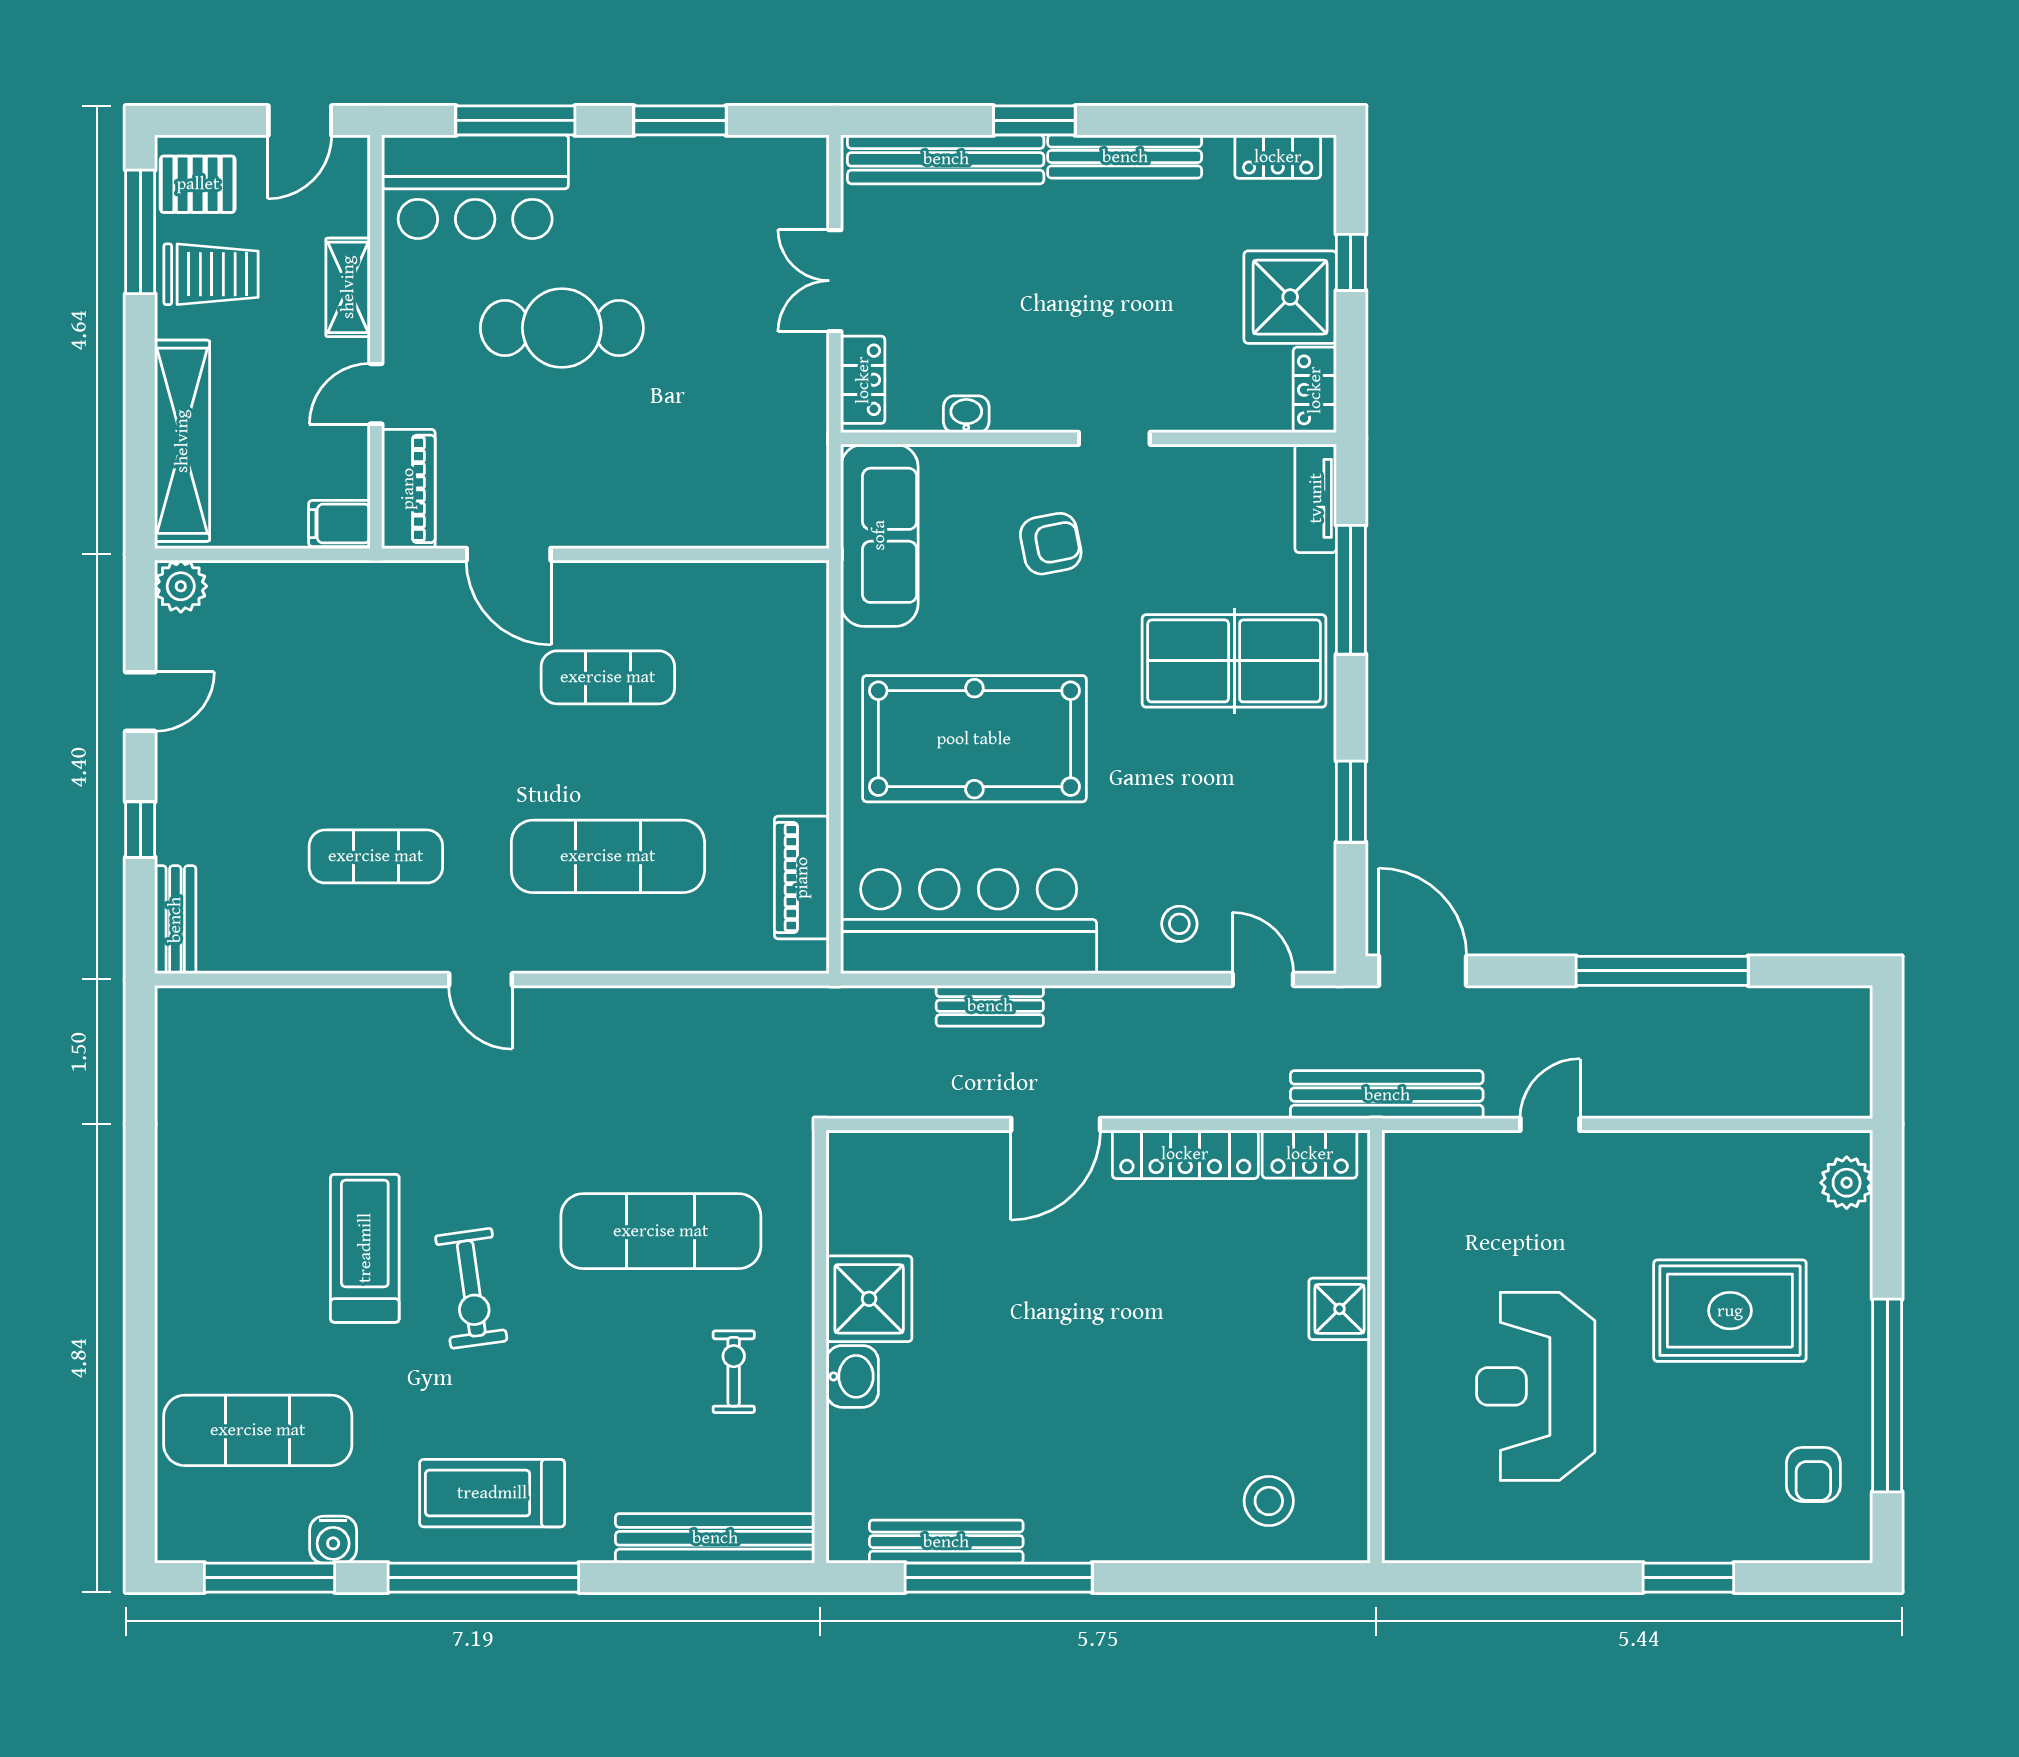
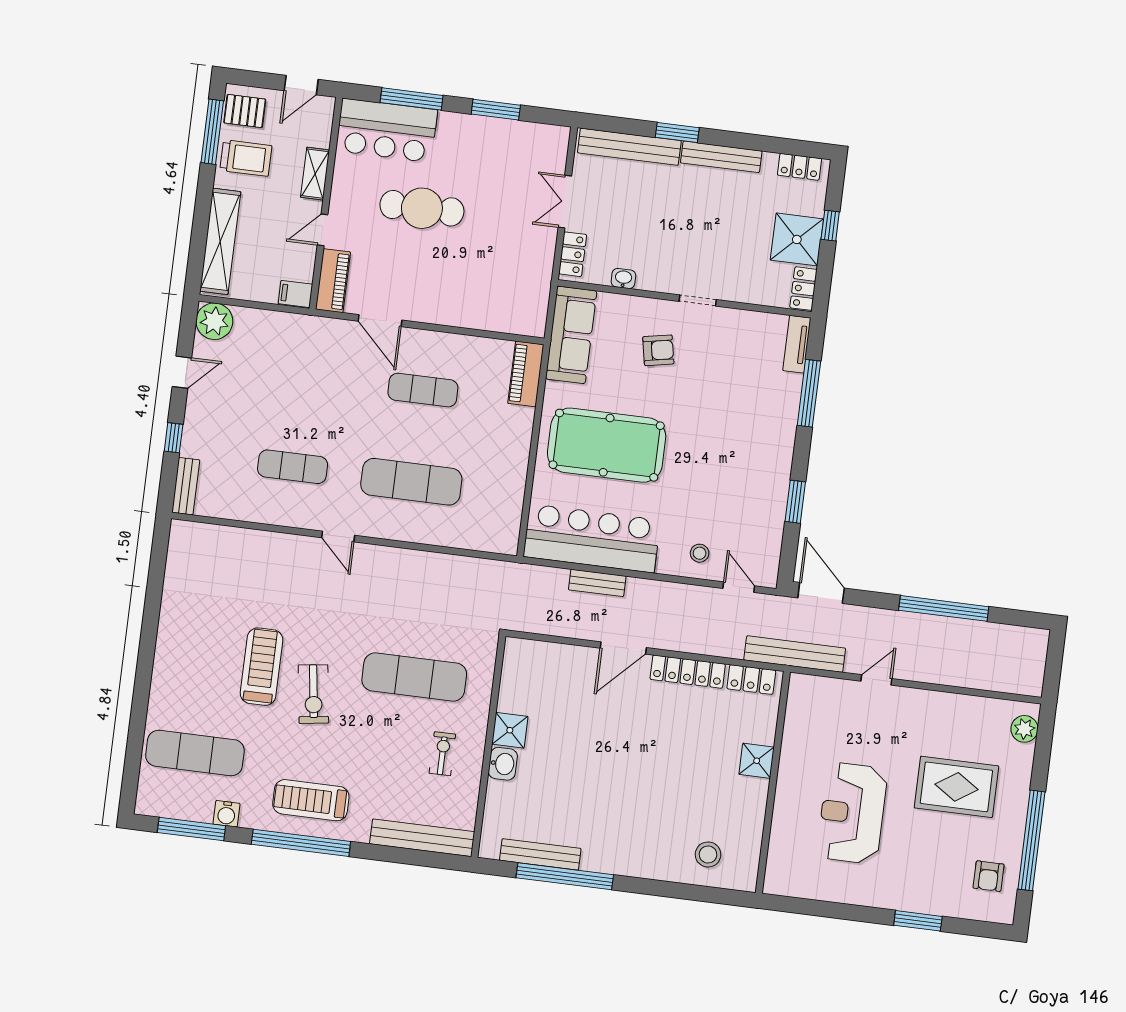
plant: (181, 586) -> (214, 321), width x1.36, depth x1.36
table tennis table: (1234, 661) -> (745, 422), removed
piano: (802, 878) -> (526, 374), moved
shower: (869, 1299) -> (510, 730), width x0.73, depth x0.73

